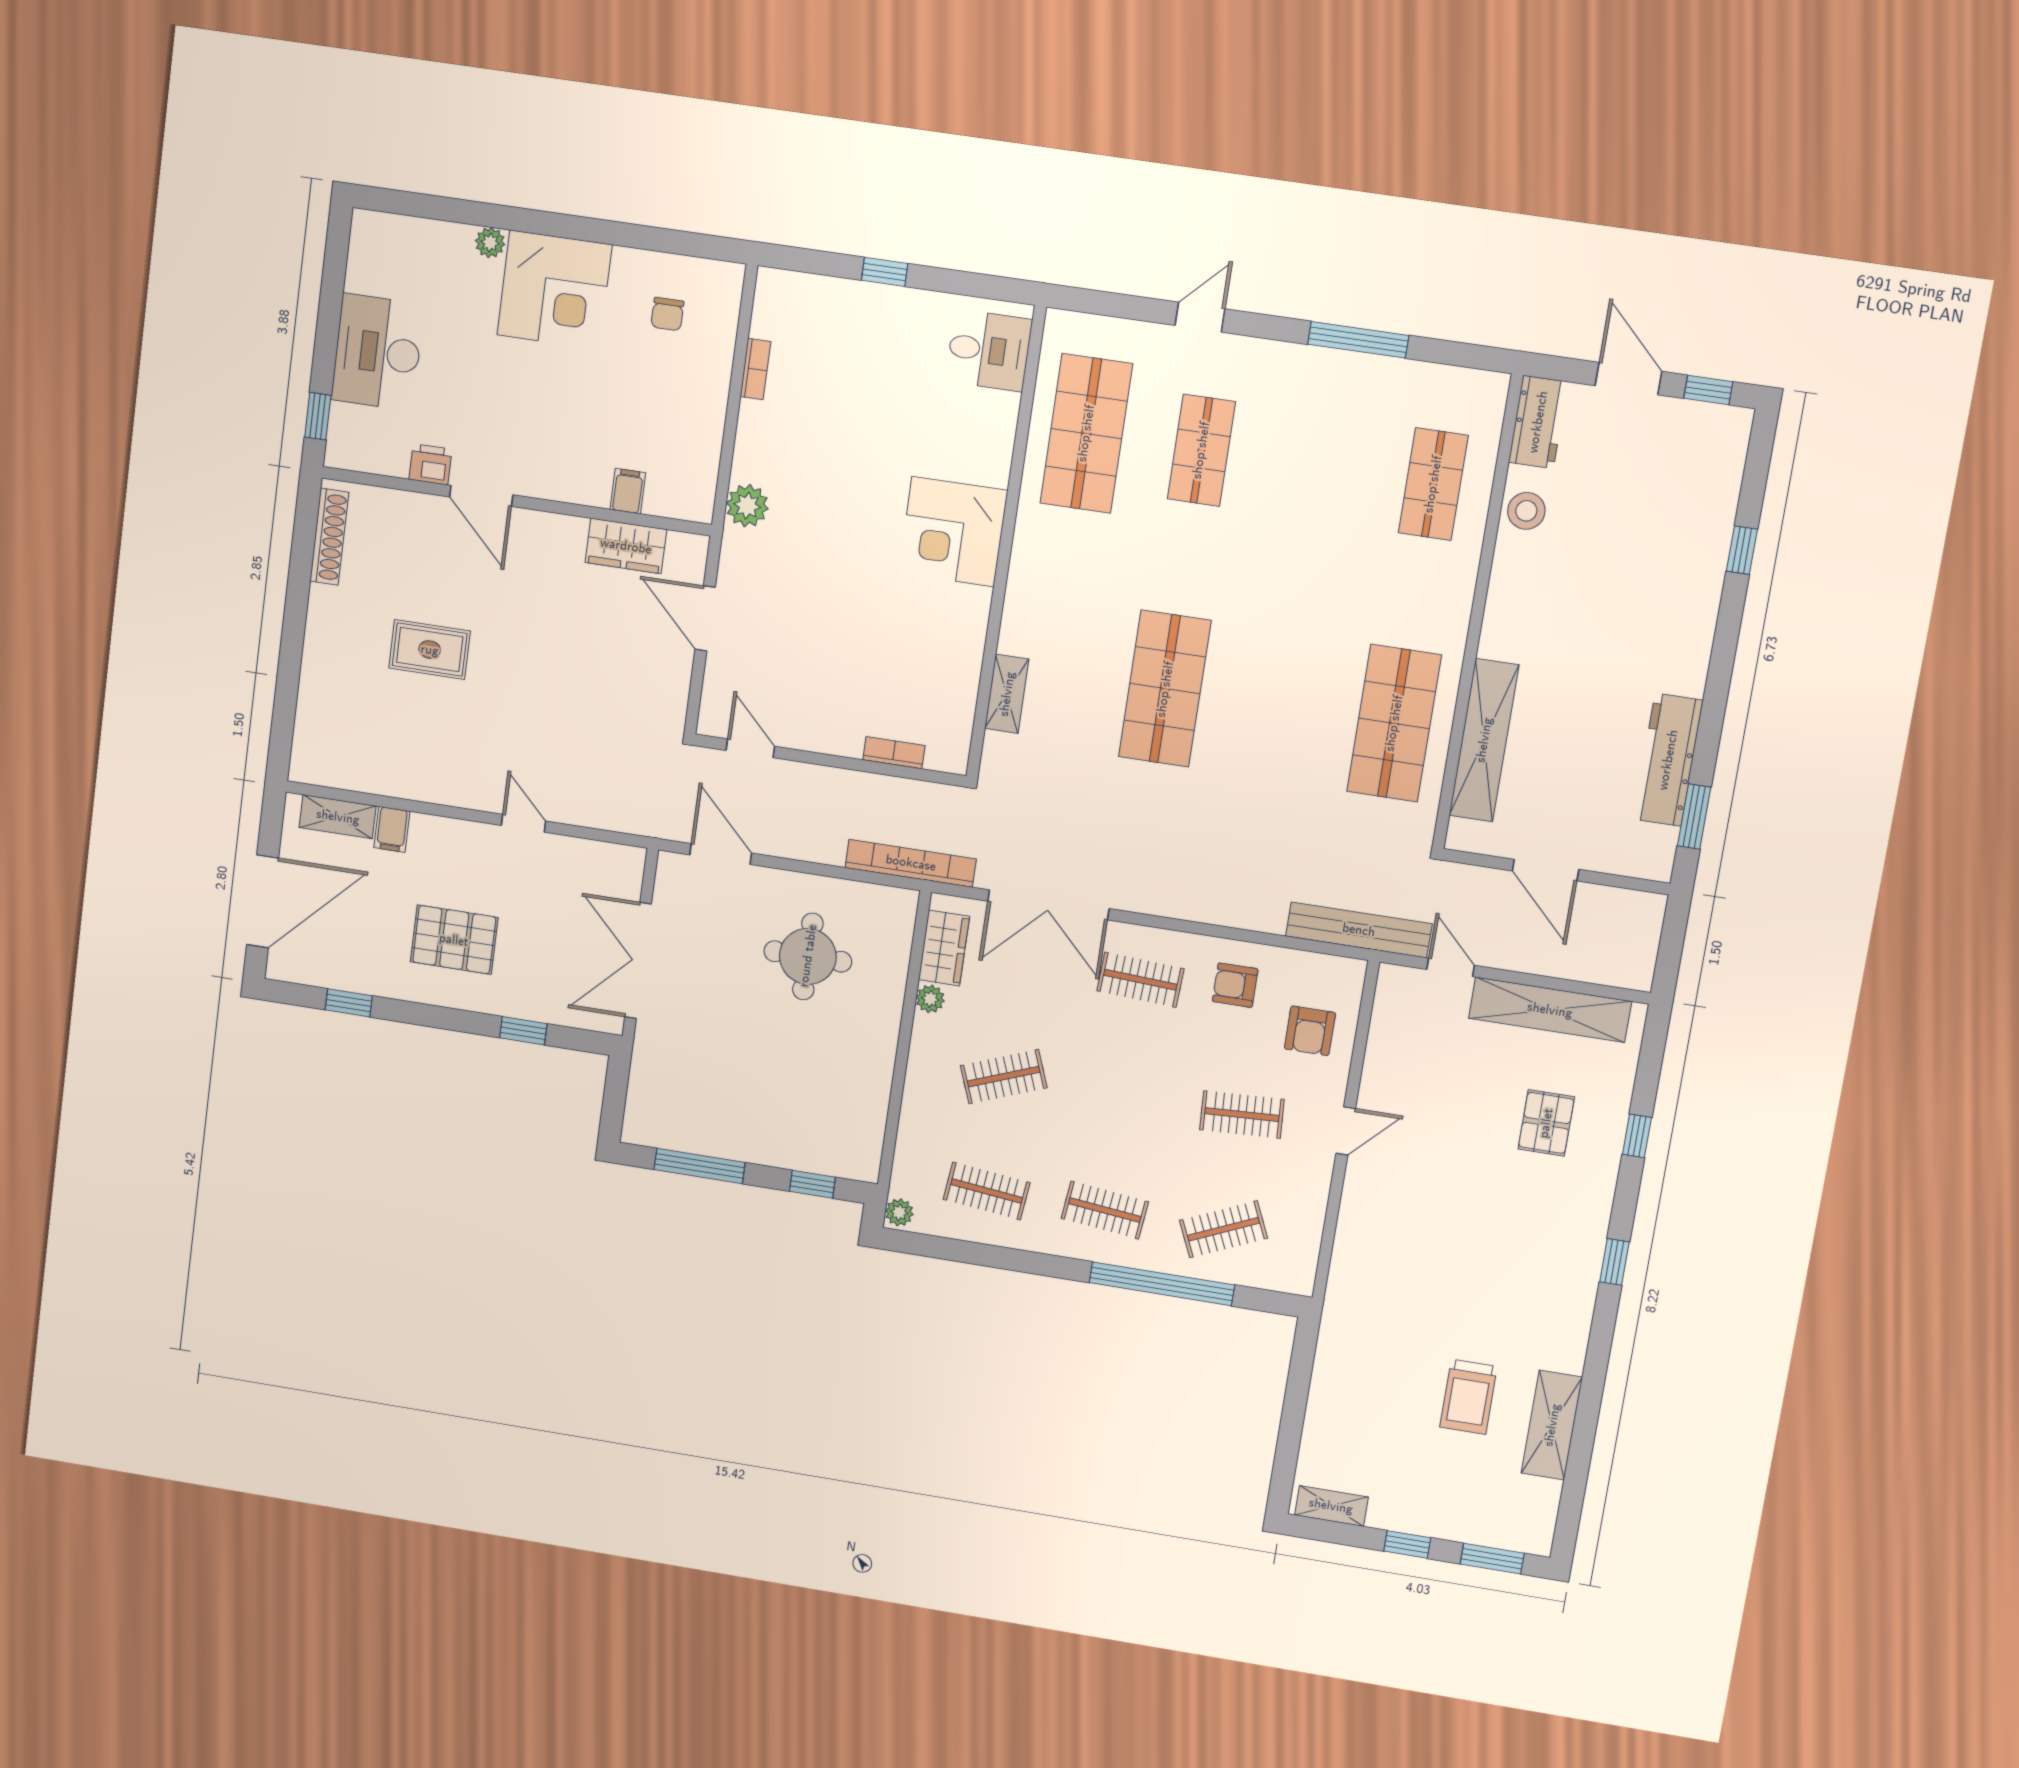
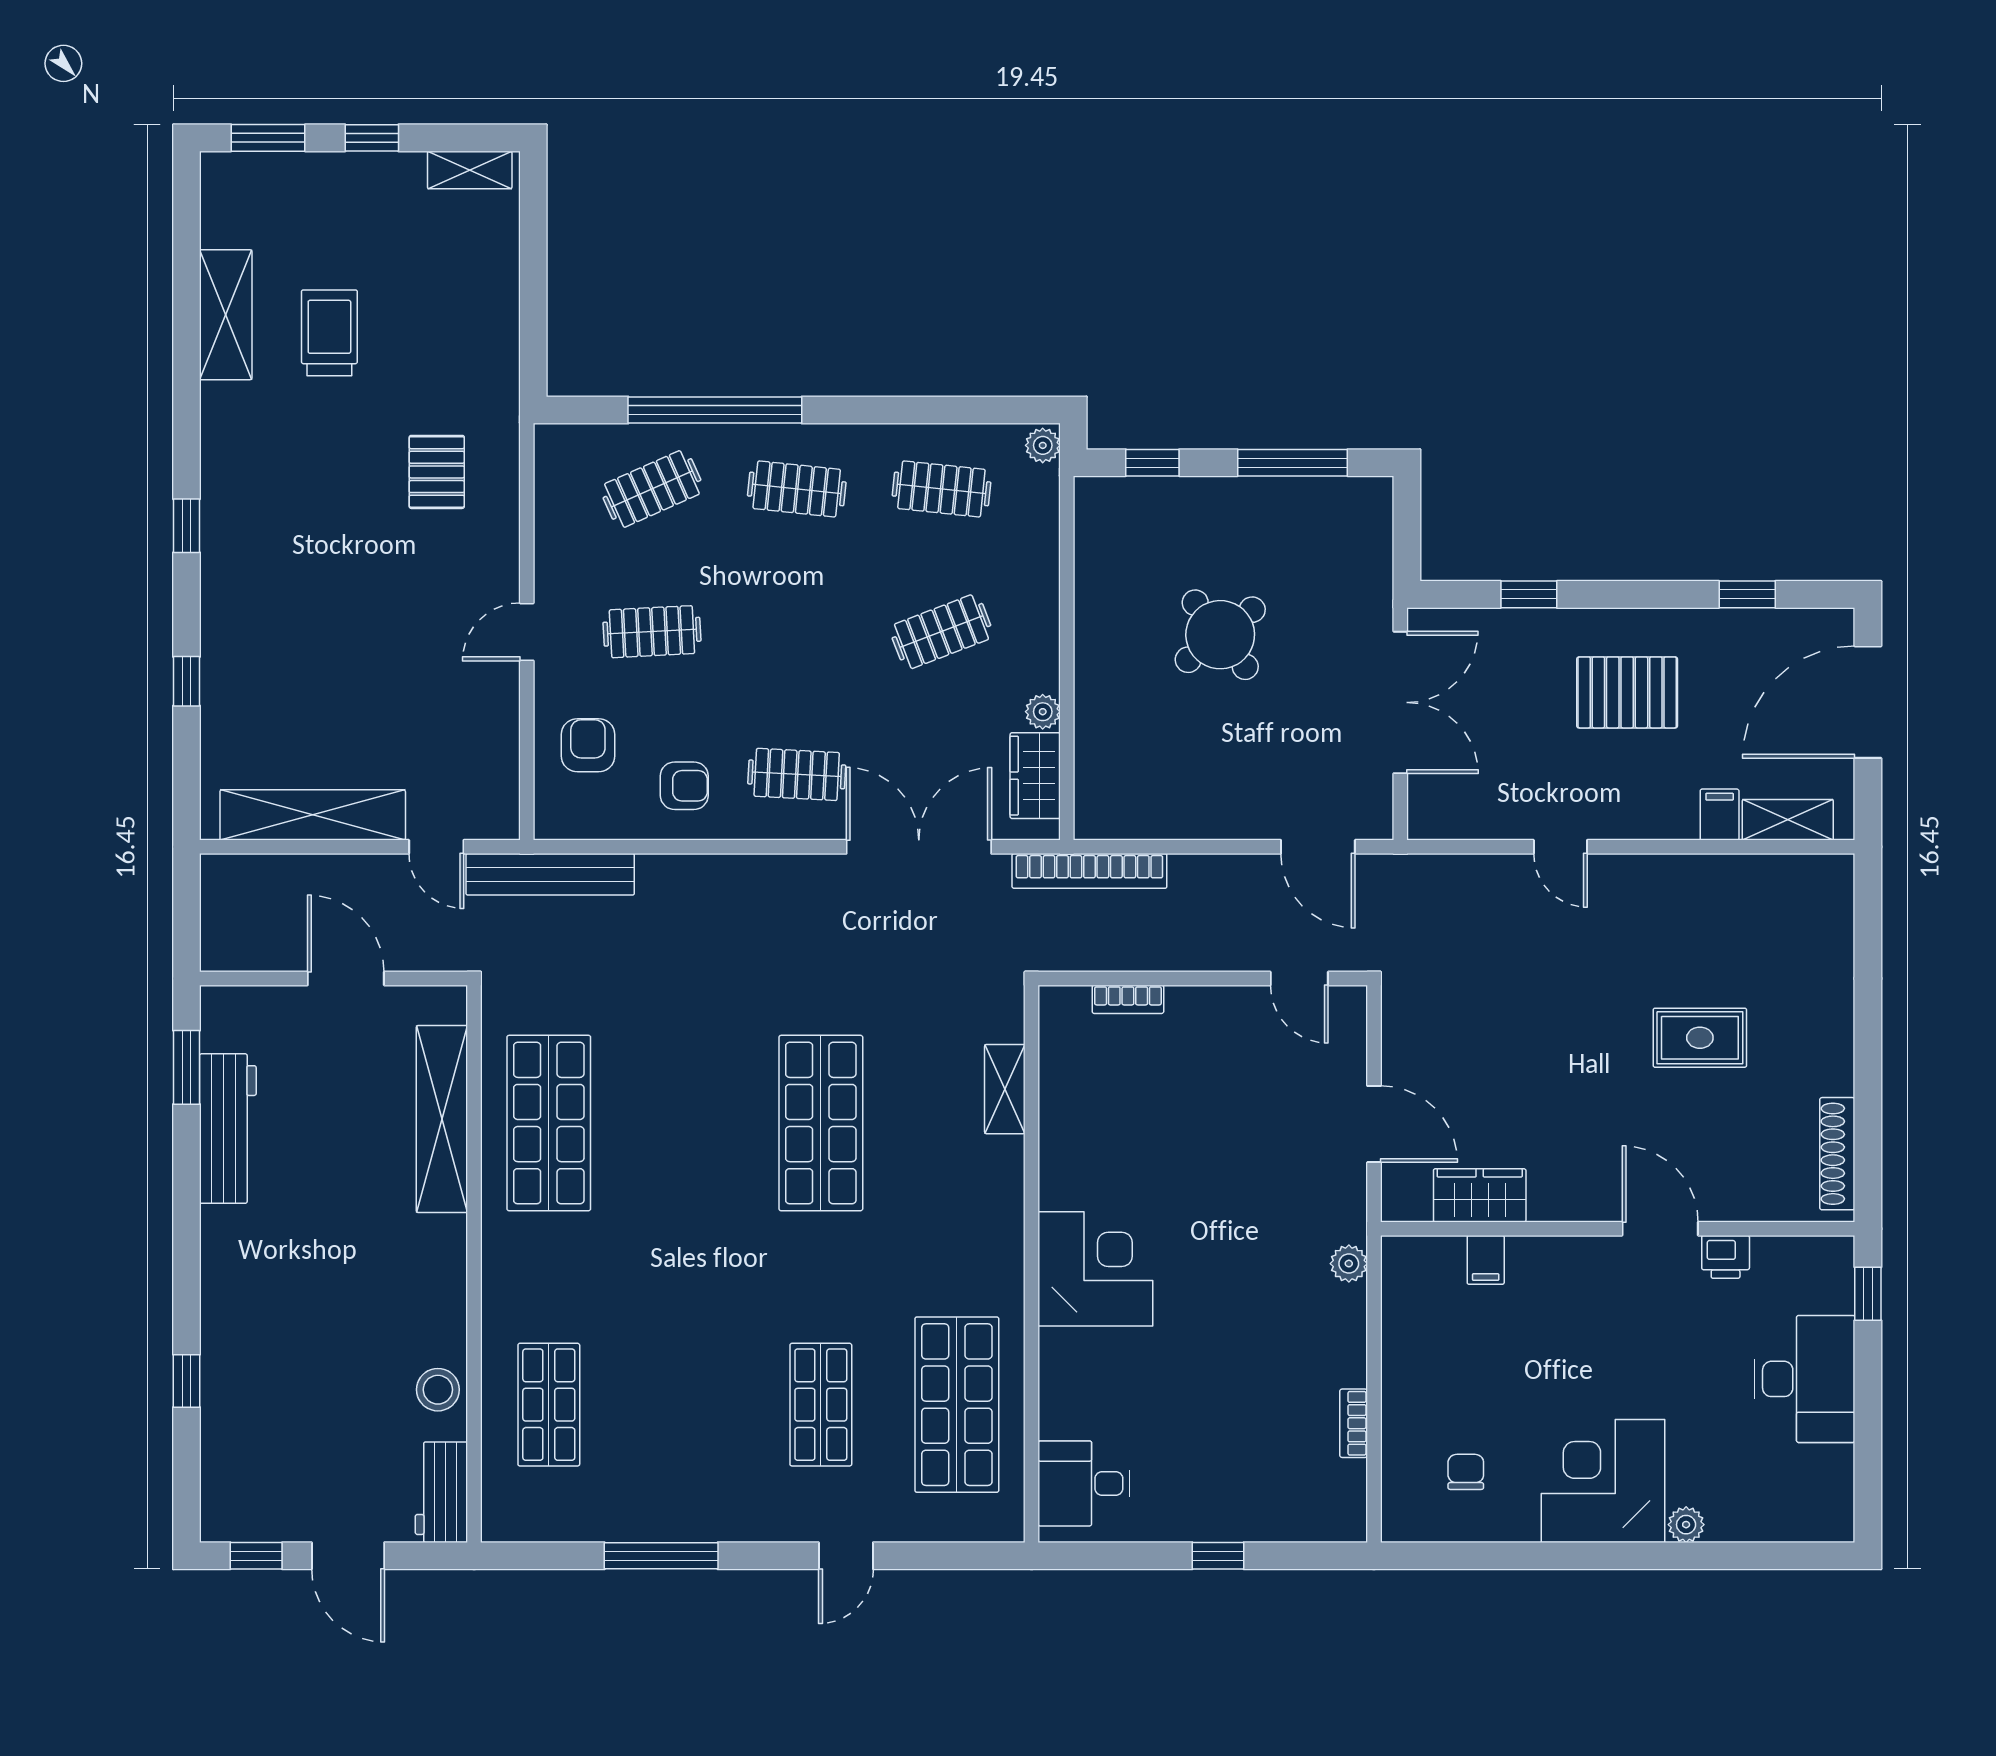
plant: (747, 506) -> (1349, 1264), width x0.73, depth x0.73
round table: (808, 956) -> (1220, 635), moved, turned -38
pallet: (1546, 1123) -> (437, 472), moved

